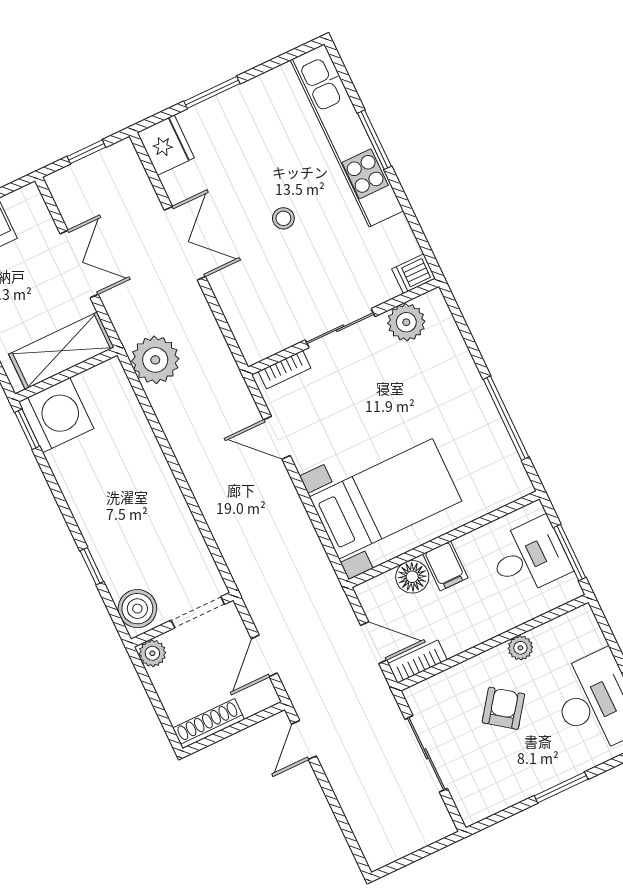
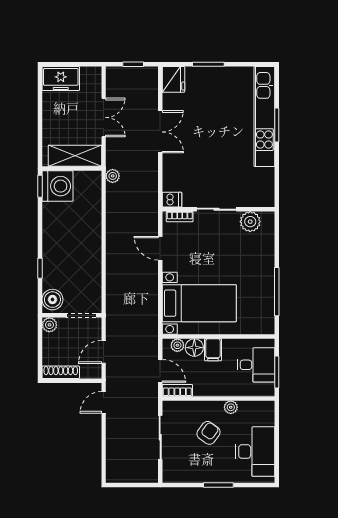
stool: (283, 218) -> (214, 142), removed
dishwasher: (414, 274) -> (172, 200), moved, turned 180
plant: (155, 360) -> (113, 176), width x0.53, depth x0.53
plant: (382, 586) -> (177, 345), added

